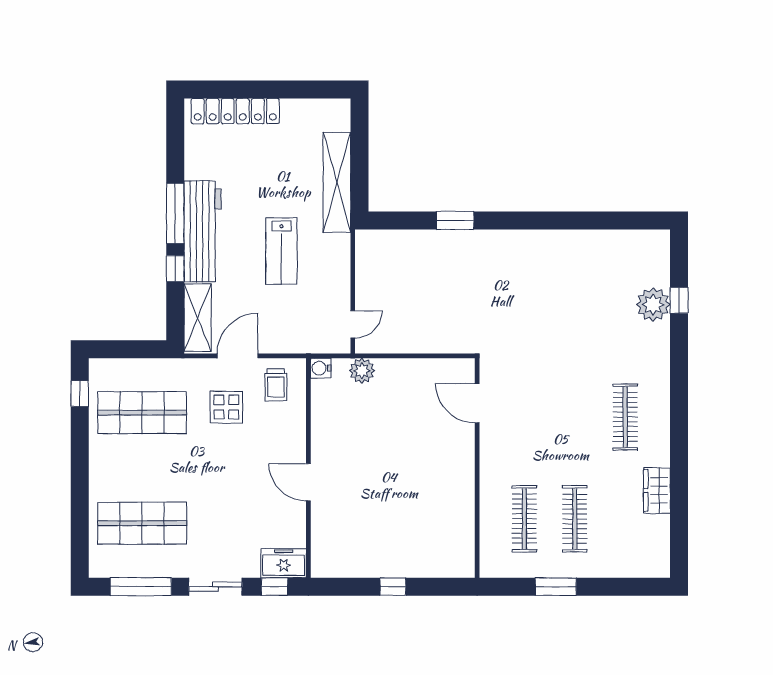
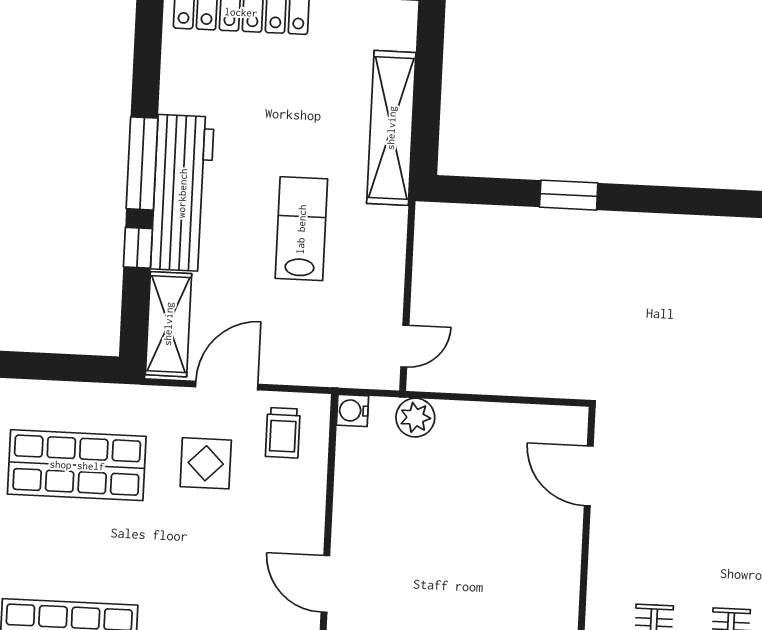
lab bench: (281, 251) -> (301, 229), turned 180

